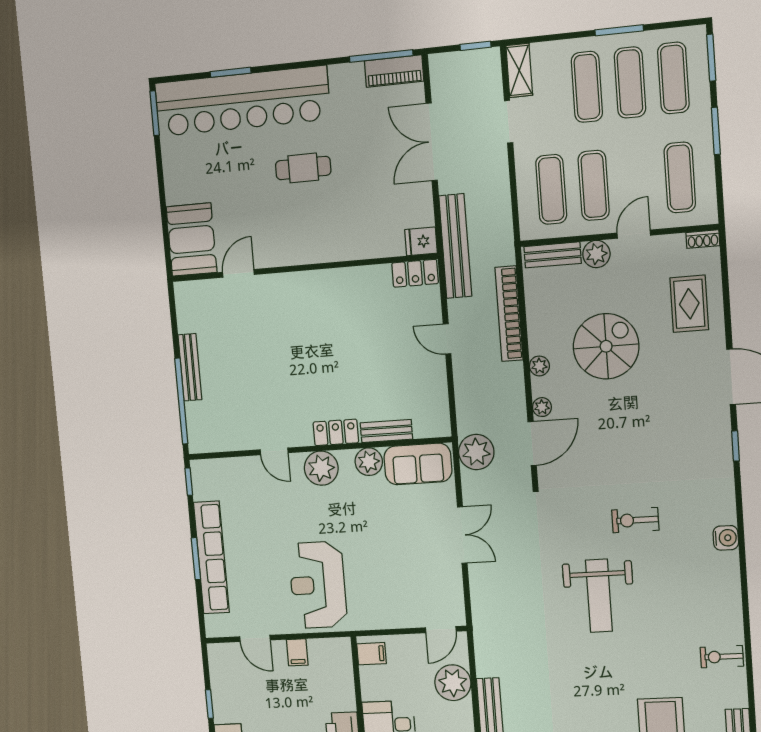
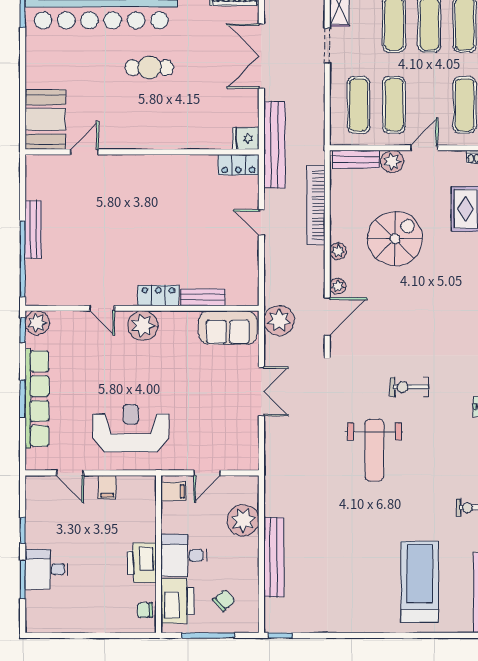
plant: (369, 462) -> (37, 323), moved
reception desk: (318, 585) -> (131, 428), turned 90
door: (441, 630) -> (207, 473), moved

